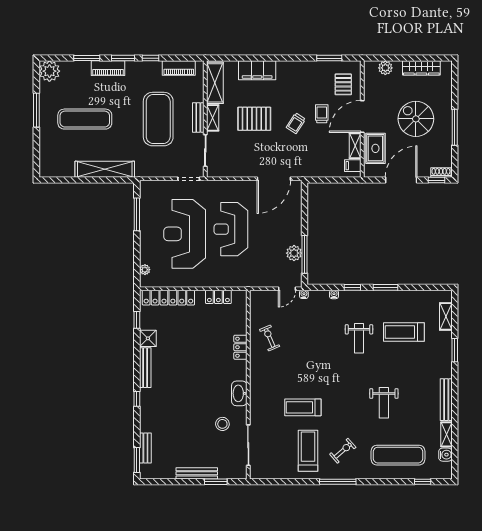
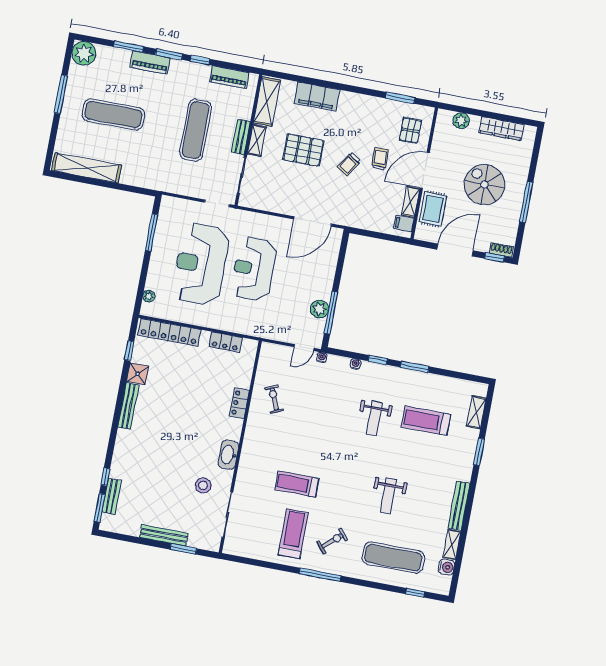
exercise mat: (158, 119) -> (196, 130), width x0.68
shelving: (105, 169) -> (87, 168), moved
window: (137, 399) -> (105, 477), moved

